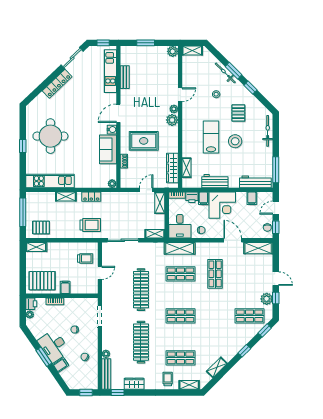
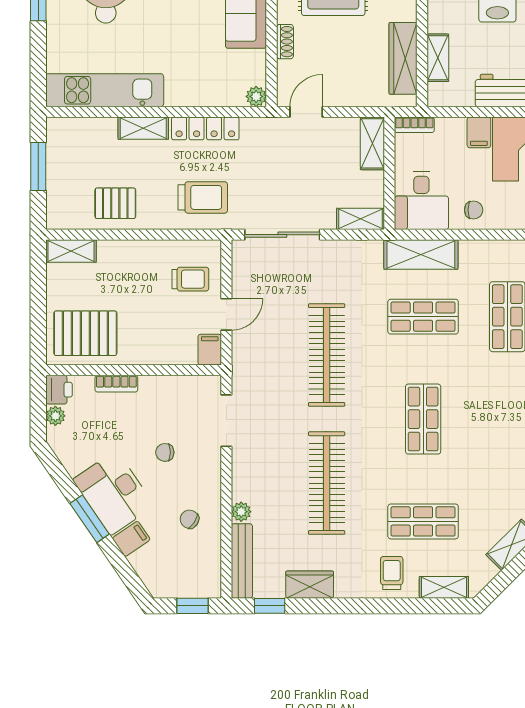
door: (146, 190) -> (306, 112), moved
locker: (91, 197) -> (205, 128), width x1.53
printer: (192, 197) -> (451, 130), removed
window: (23, 212) -> (38, 167), width x0.69
pallet: (41, 228) -> (115, 203), moved
filing cabinet: (65, 287) -> (210, 350), moved
shop shelf: (181, 316) -> (423, 419), turned 90

